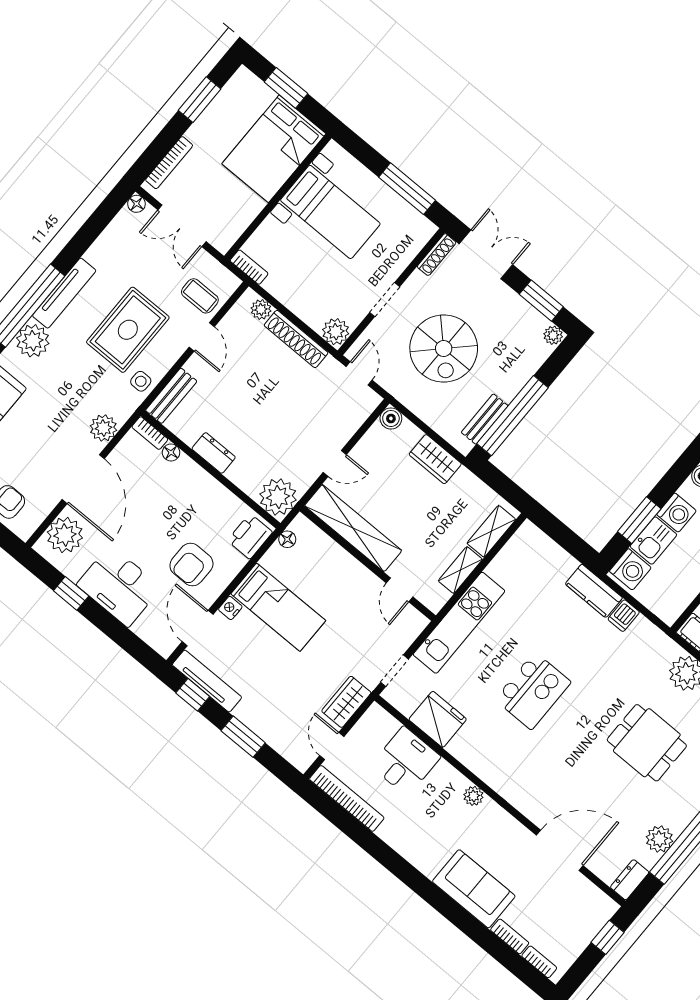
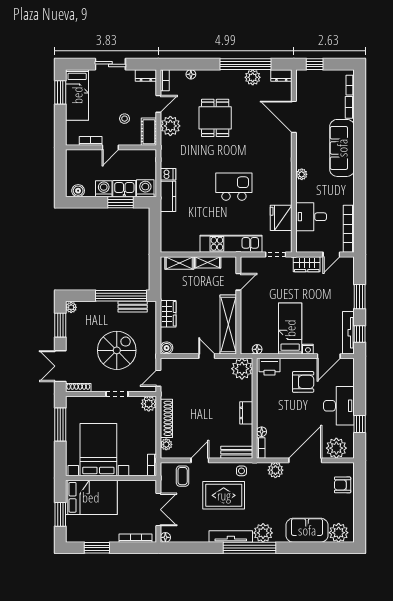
bed with nightstands: (330, 212) -> (98, 450), width x1.36
sofa: (474, 889) -> (342, 148), width x1.36

